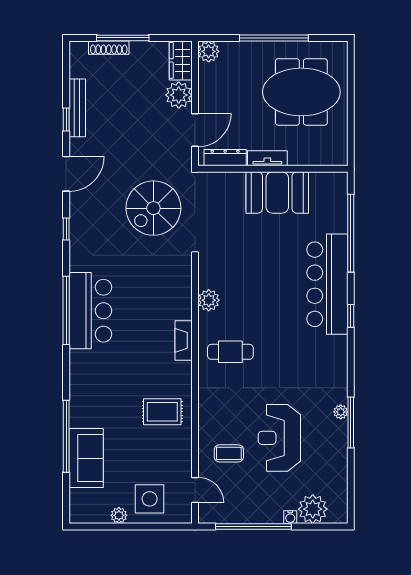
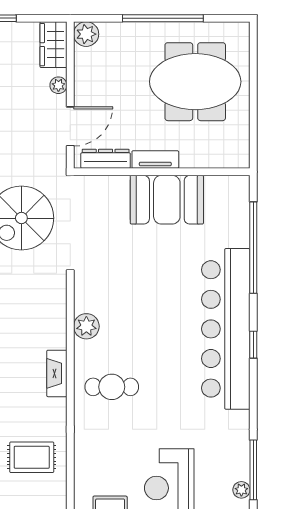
plant: (179, 95) -> (58, 85), width x0.53, depth x0.53
bar counter: (327, 284) -> (226, 329), width x1.36
plant: (341, 412) -> (241, 490), moved

